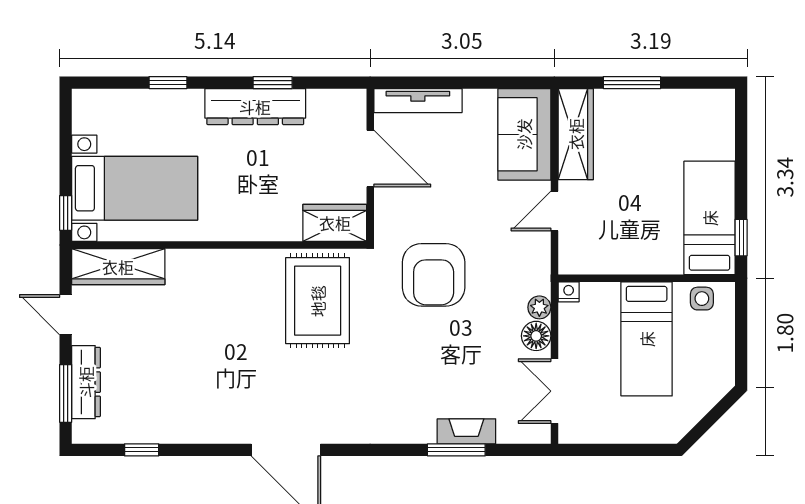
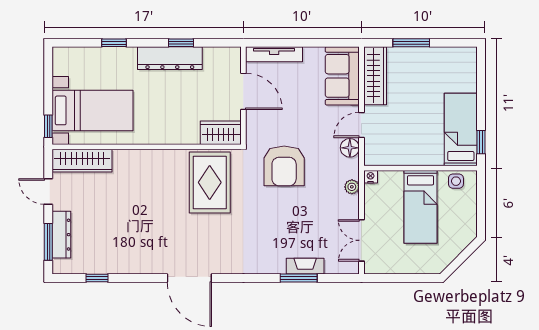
floor lamp: (536, 336) -> (350, 148), moved

